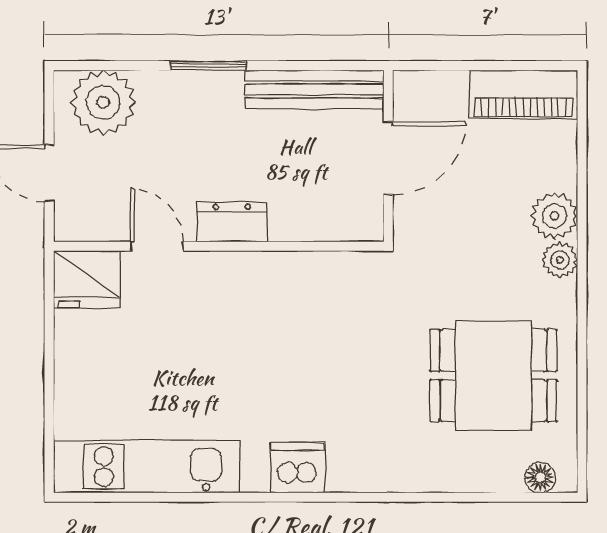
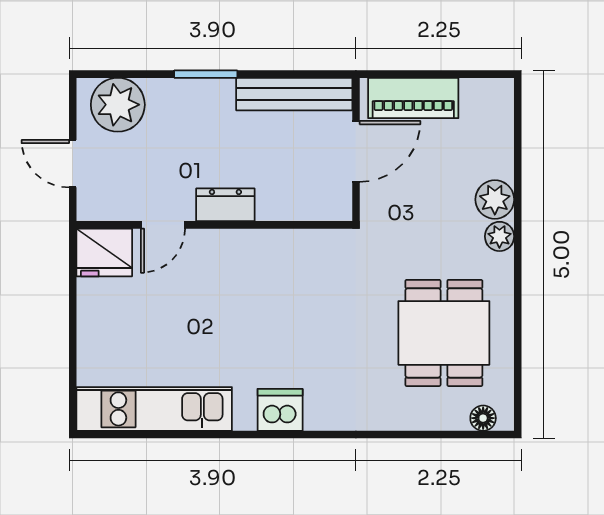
piano: (523, 94) -> (413, 98), moved
door: (157, 246) -> (163, 225), swing flipped
dining table: (493, 376) -> (444, 333), turned 90

